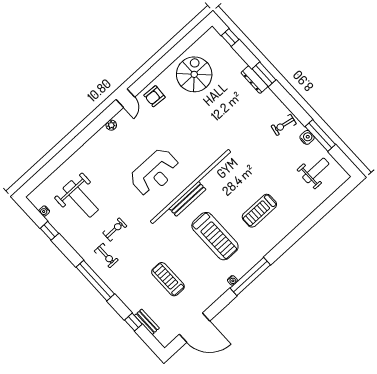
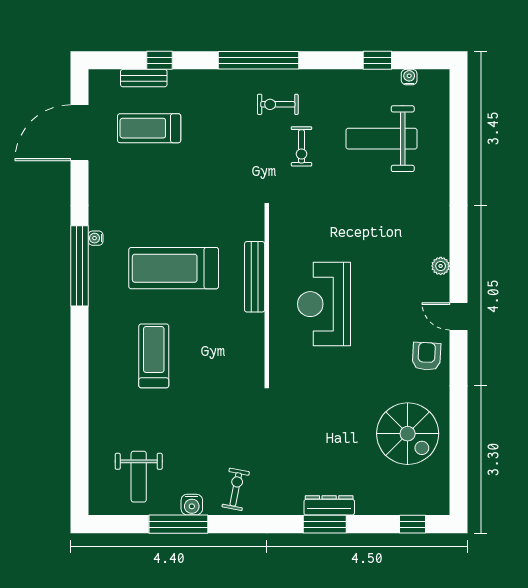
reception desk: (155, 172) -> (324, 304), moved
treadmill: (168, 279) -> (149, 128), moved, turned 180

